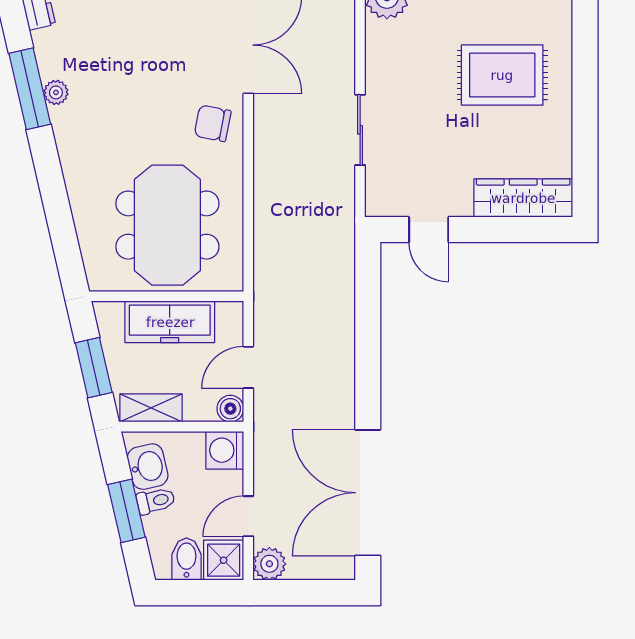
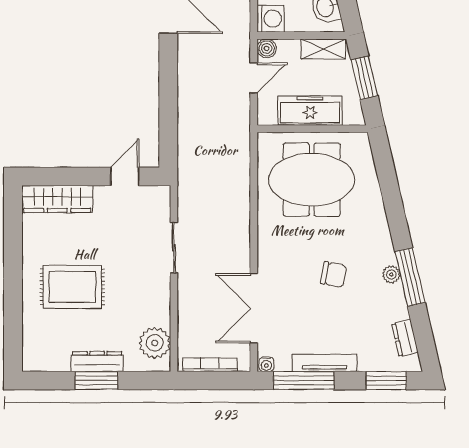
chair: (213, 123) -> (334, 275), moved
meeting table: (167, 225) -> (312, 180), turned 90
door: (429, 230) -> (125, 176), hinge flipped

